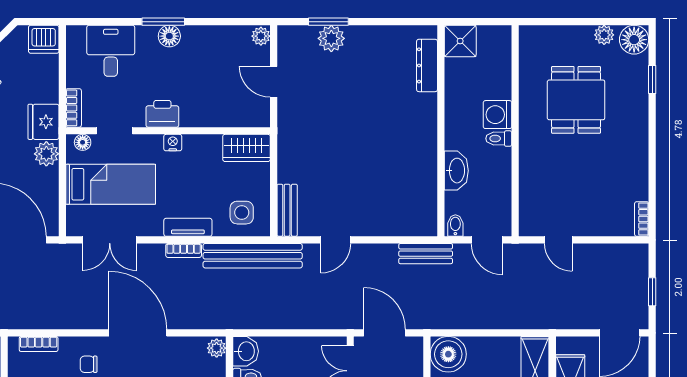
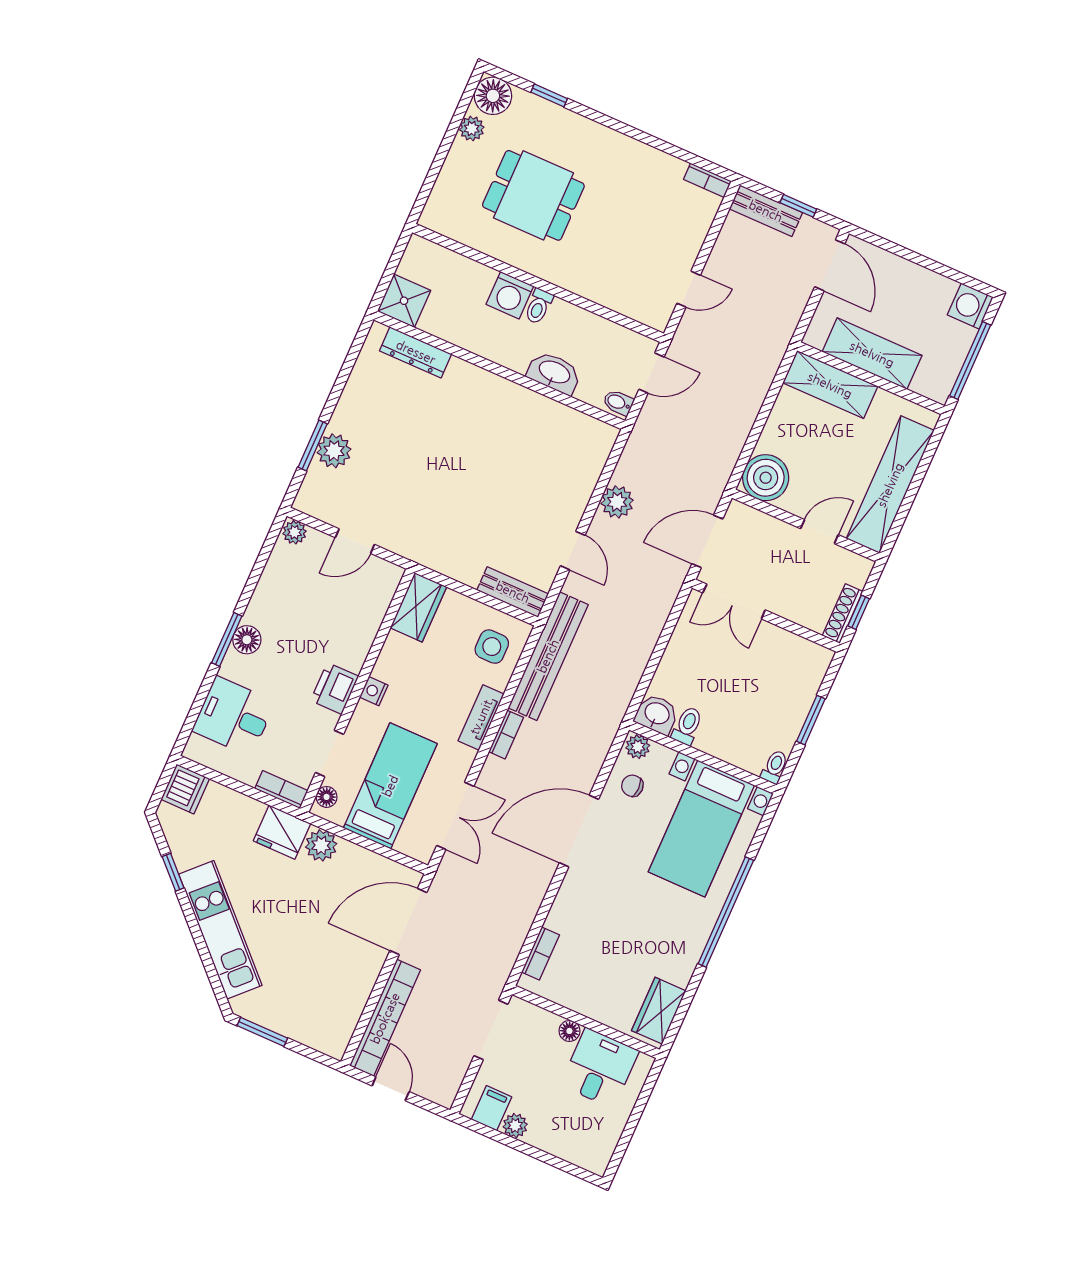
bench: (426, 254) -> (766, 211), moved, turned 90
plant: (384, 256) -> (617, 502), added
chair: (89, 364) -> (632, 786), moved, turned 90

